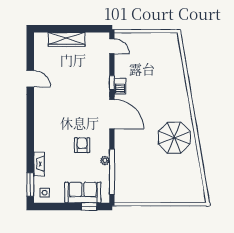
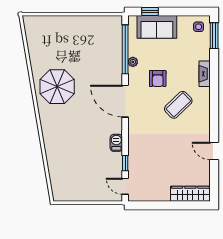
wardrobe: (67, 39) -> (190, 194), moved
window: (112, 83) -> (125, 163), moved
door: (112, 114) -> (125, 101), moved
coffee table: (63, 121) -> (178, 105), added
fireplace: (39, 164) -> (205, 74), moved

